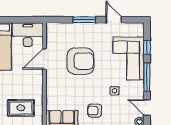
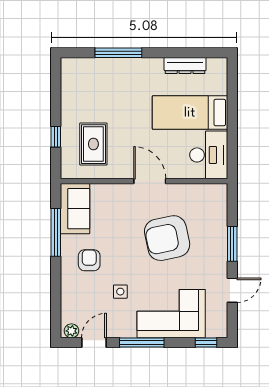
window: (147, 48) -> (206, 343), moved
door: (44, 59) -> (150, 181), moved
armchair: (81, 61) -> (167, 238), turned 78

